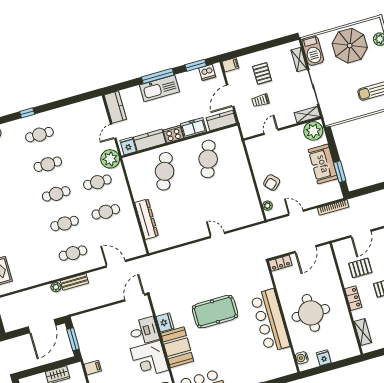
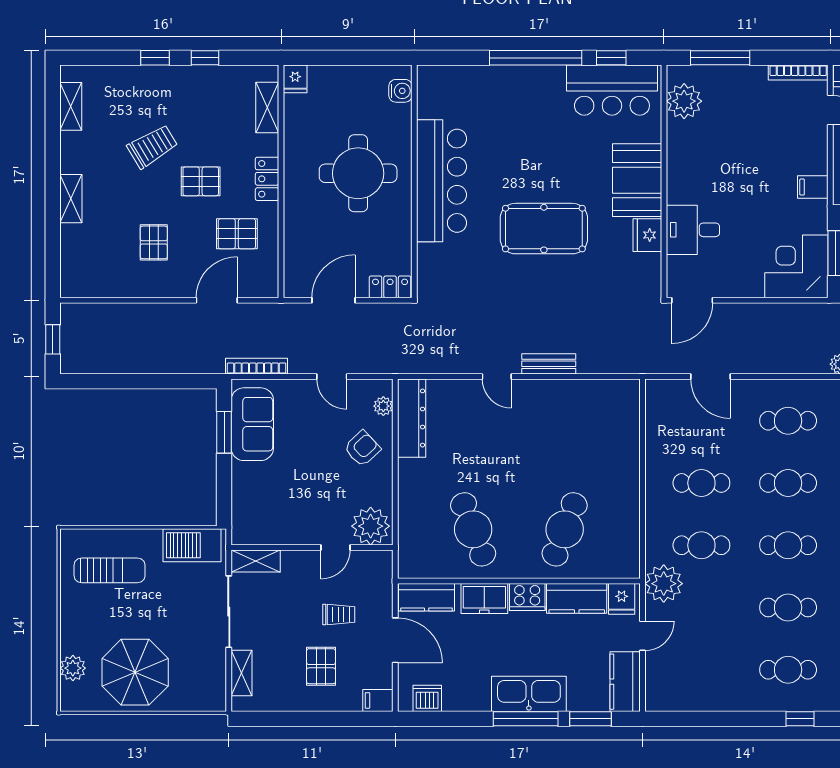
barbecue: (313, 51) -> (192, 545), moved, turned -90
window: (196, 65) -> (591, 719), moved
door: (230, 96) -> (395, 640), hinge flipped
plant: (313, 131) -> (371, 526), moved
cafe table: (208, 159) -> (473, 529), turned -39
sofa: (323, 164) -> (252, 424), moved
dresser: (147, 219) -> (412, 418), moved, turned 180
bench: (74, 282) -> (549, 364), moved
fridge: (324, 358) -> (295, 79), moved
corner desk: (149, 359) -> (796, 266), moved, turned -90

